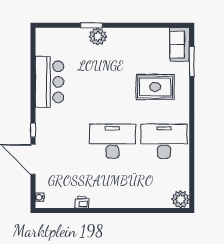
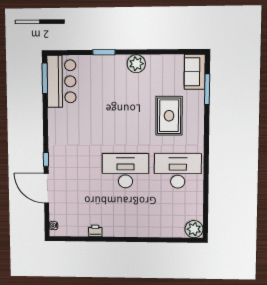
plant: (98, 36) -> (136, 64), moved
window: (33, 50) -> (45, 78), added
bar counter: (49, 82) -> (61, 81), moved
rug: (155, 87) -> (169, 116), turned 90

